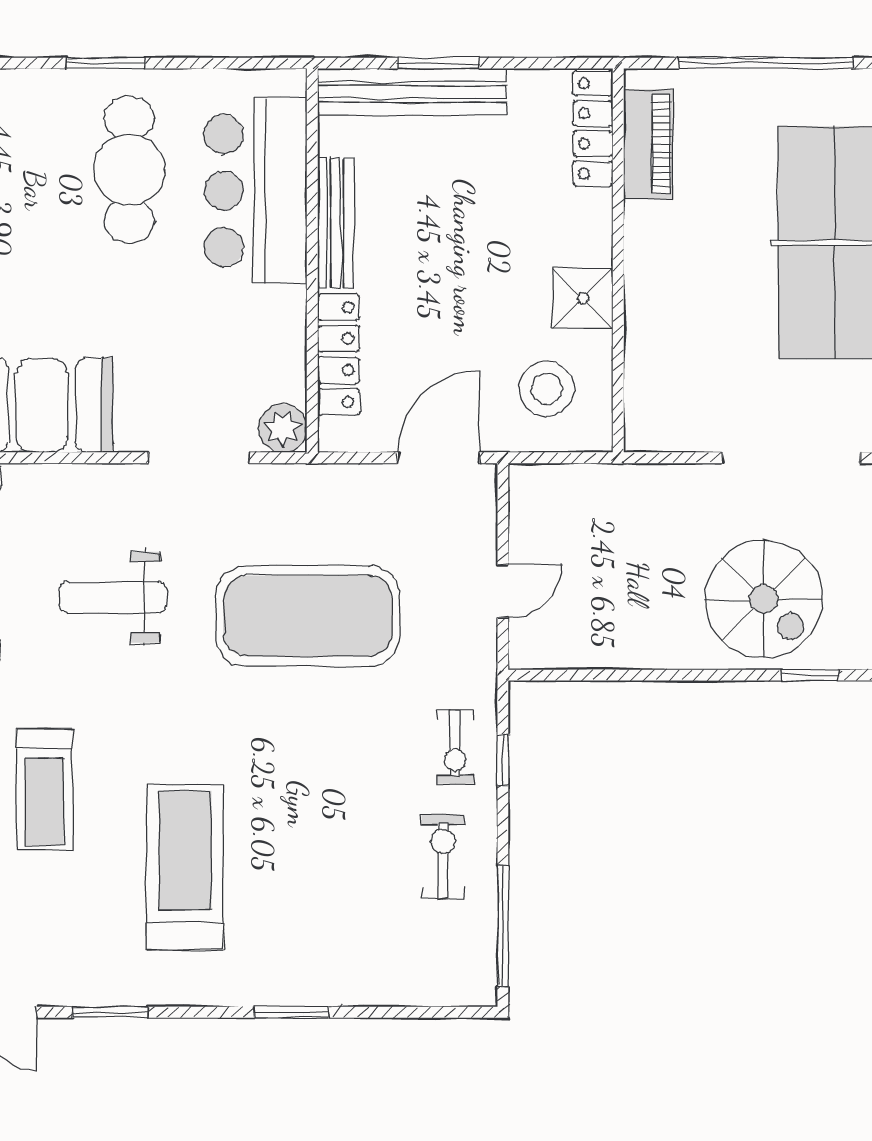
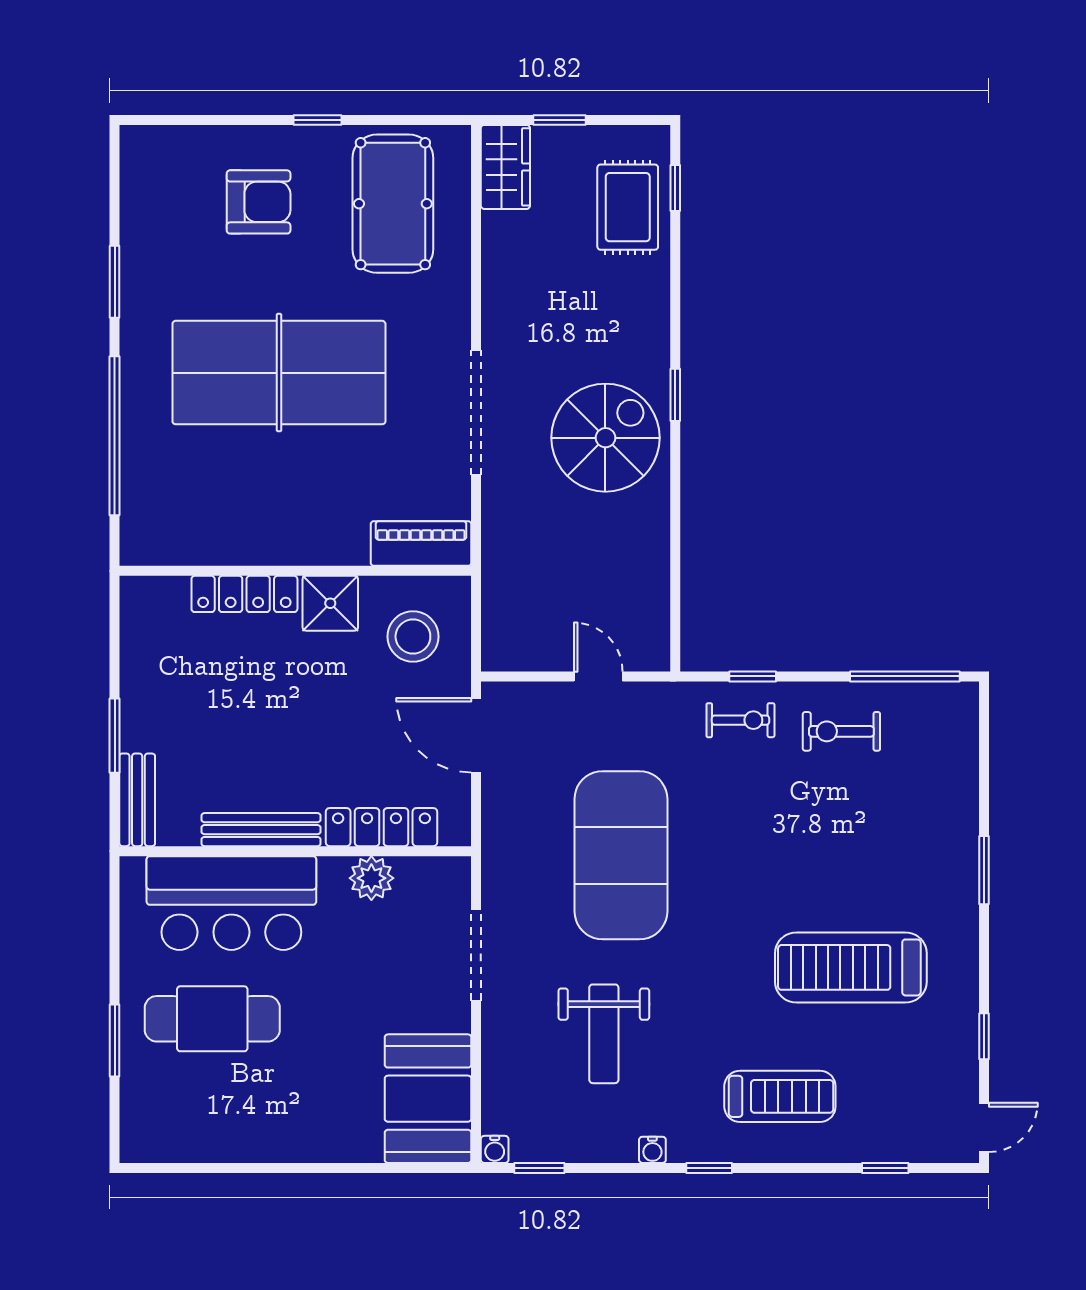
bench: (412, 92) -> (137, 800), width x0.54, depth x0.82
locker: (593, 129) -> (244, 594), moved
piano: (648, 144) -> (421, 543), moved
plant: (283, 428) -> (371, 878), moved
window: (110, 1012) -> (984, 1036), width x0.67

